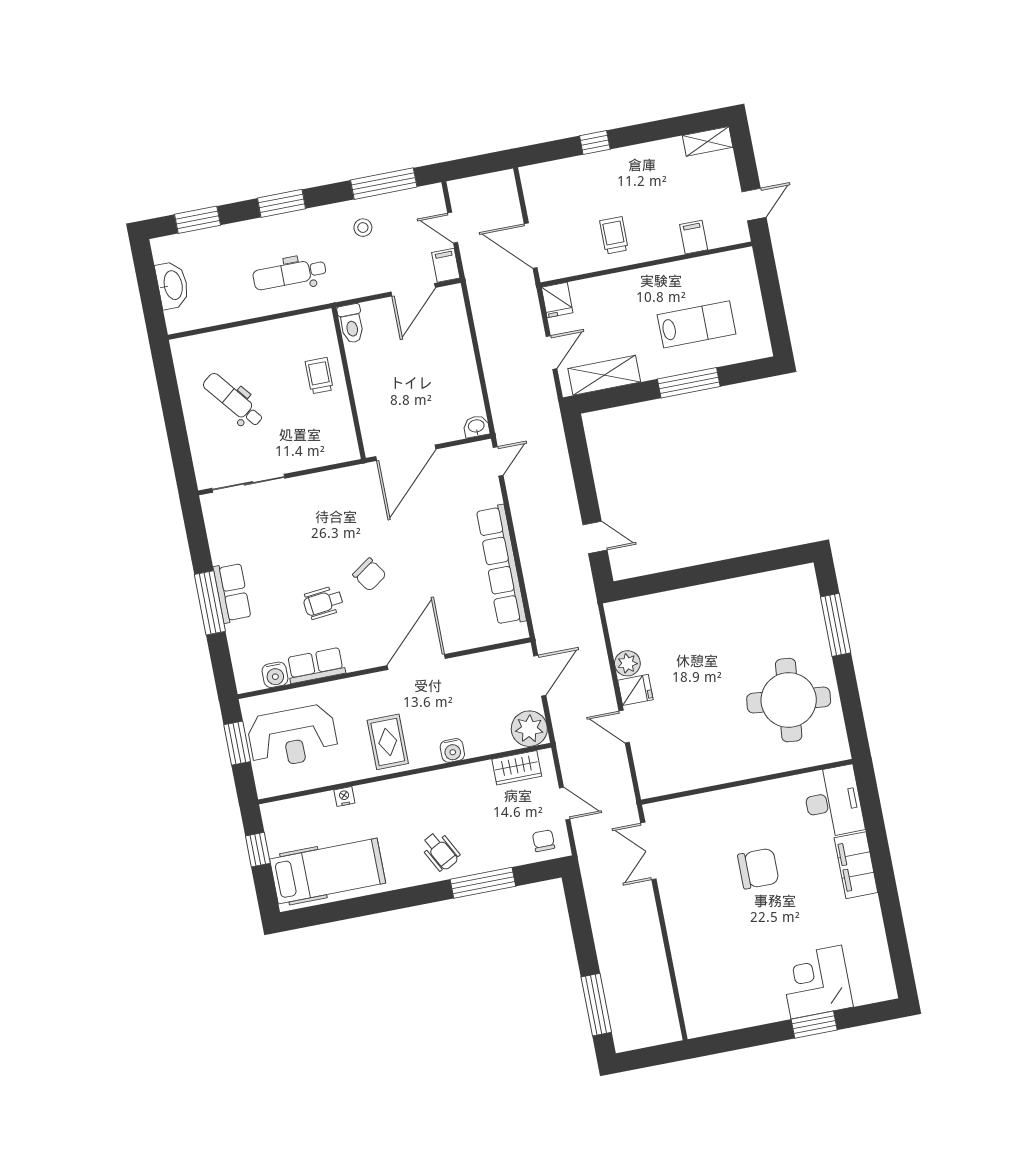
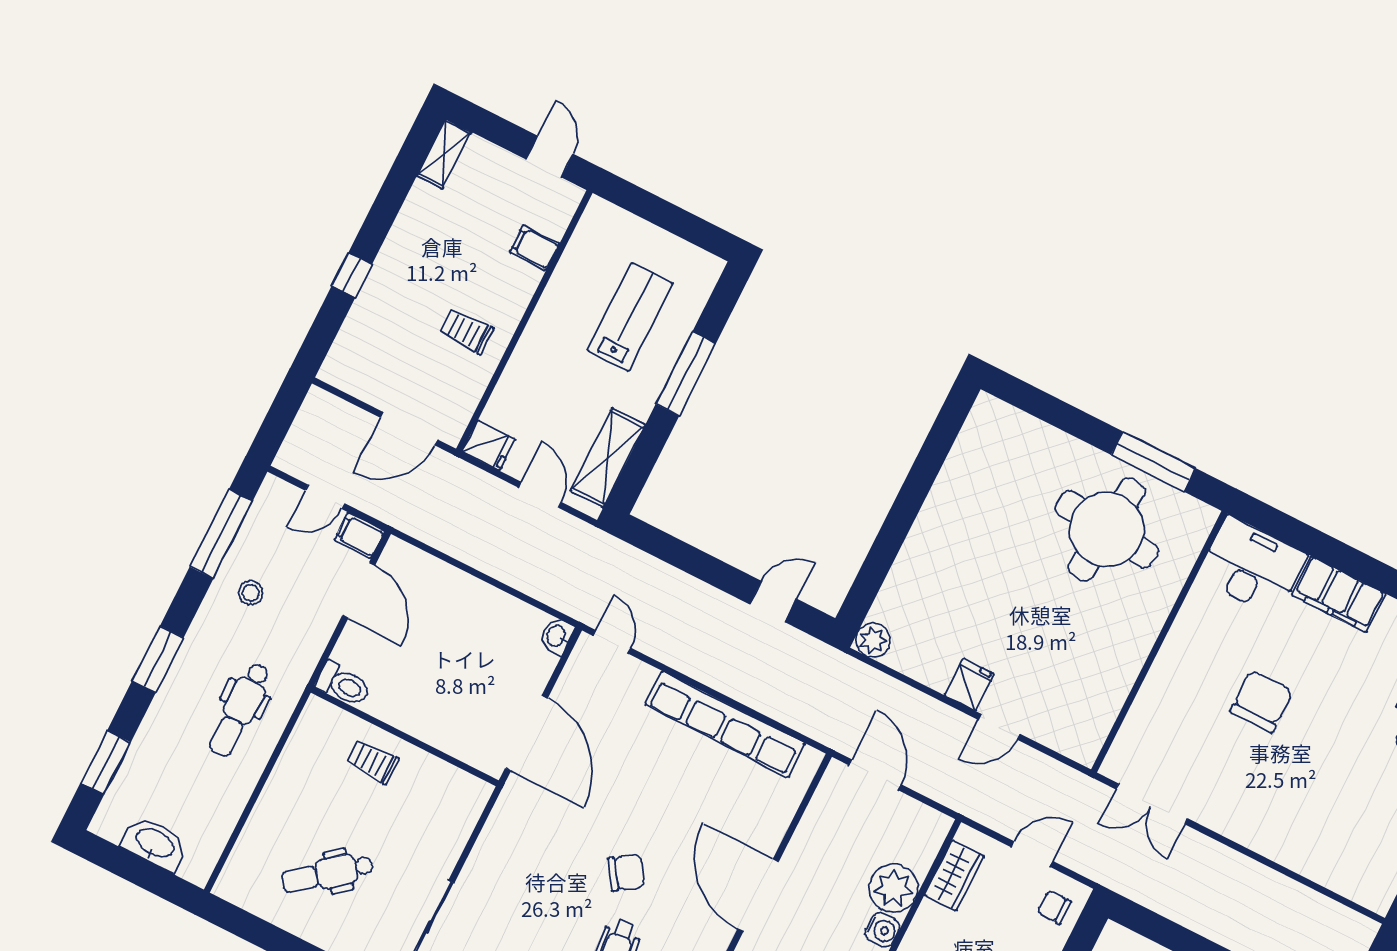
window: (836, 625) -> (1153, 462), moved
plant: (627, 663) -> (873, 640), moved
plant: (529, 729) -> (893, 888), moved

